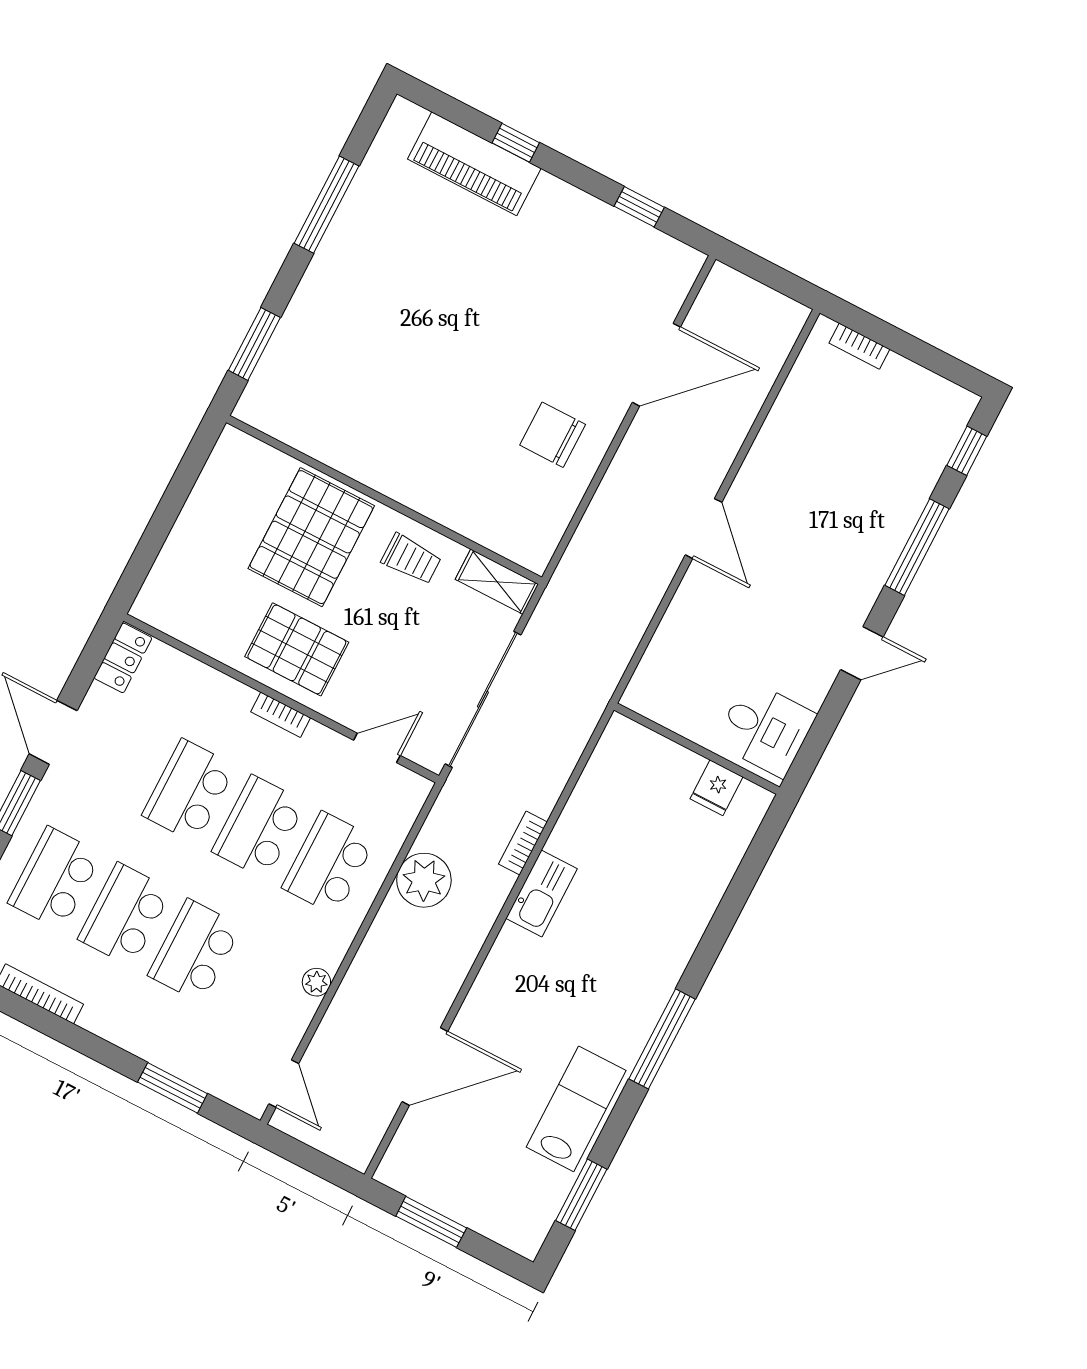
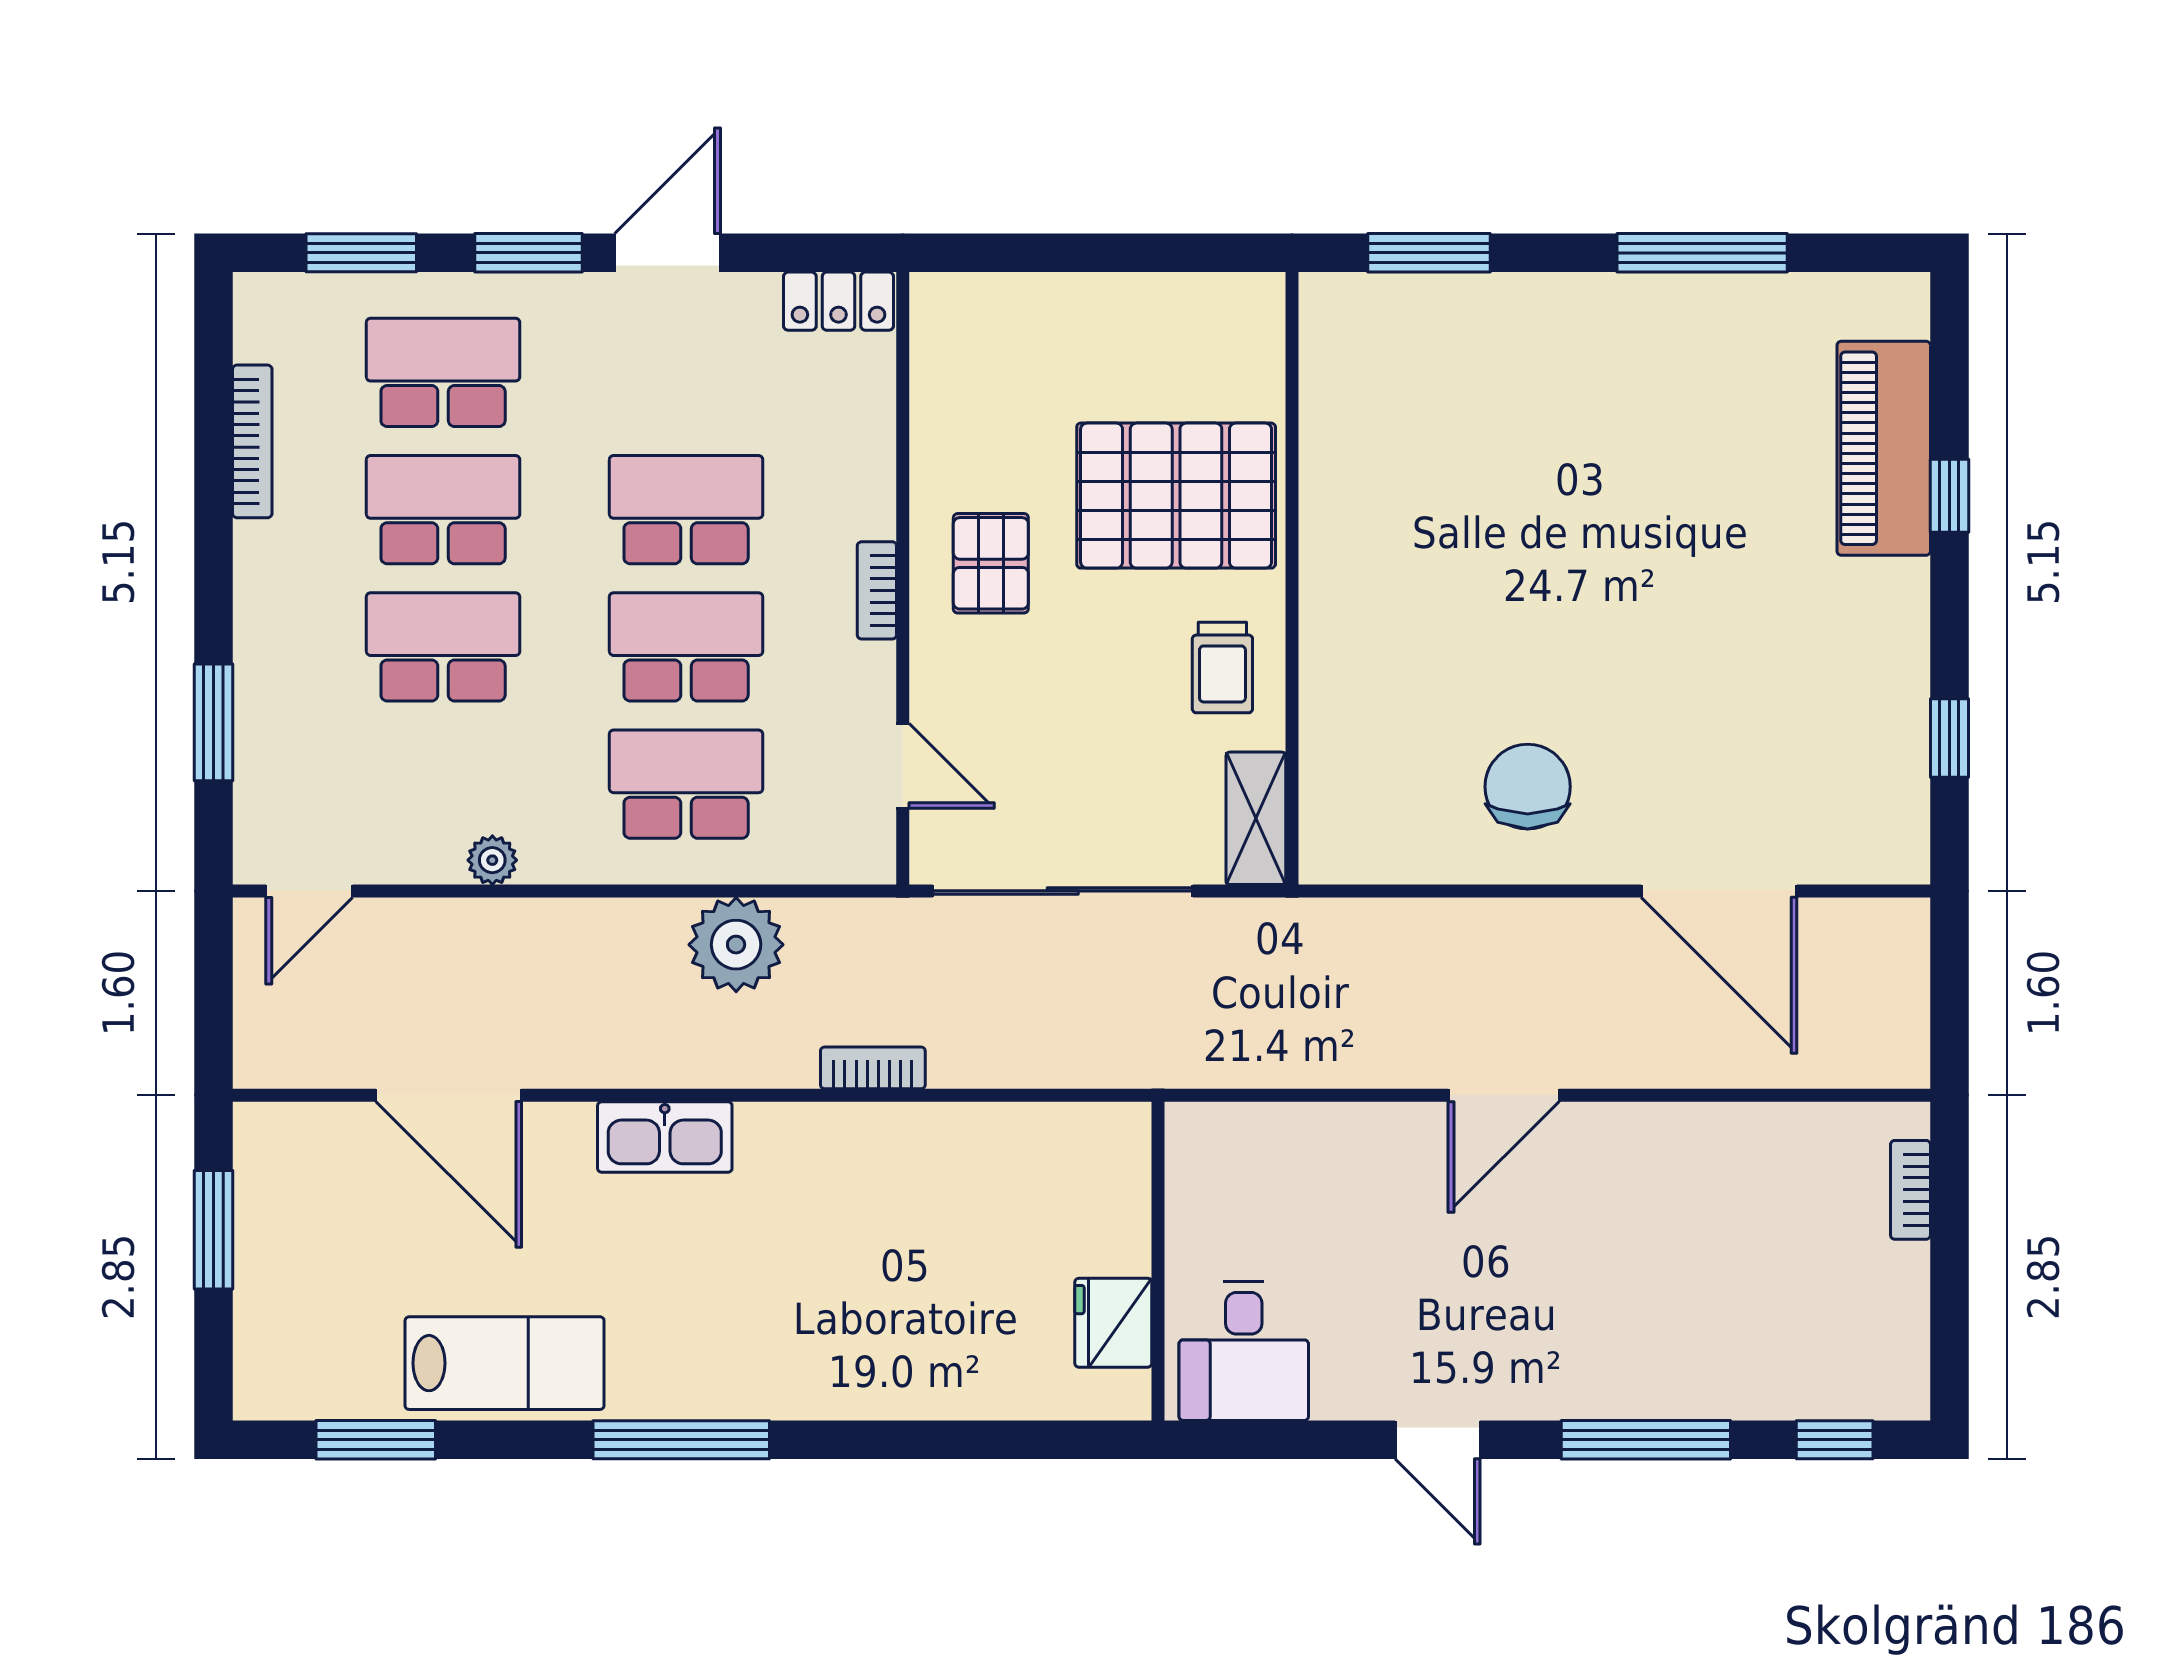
pallet: (297, 649) -> (991, 563), width x0.67, depth x0.71
fridge: (716, 788) -> (1113, 1323), width x1.38
kitchen sink: (541, 893) -> (665, 1137), moved

